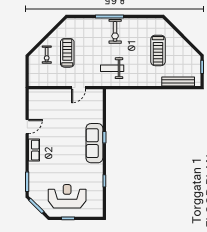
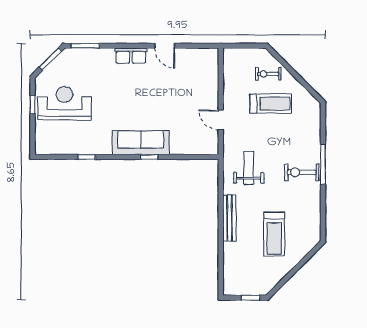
treadmill: (158, 50) -> (274, 234), turned -90
bench: (178, 82) -> (229, 218), moved
reception desk: (67, 196) -> (64, 103), turned -90

